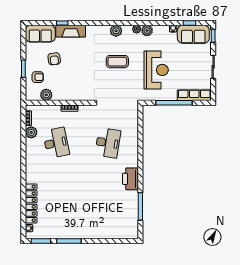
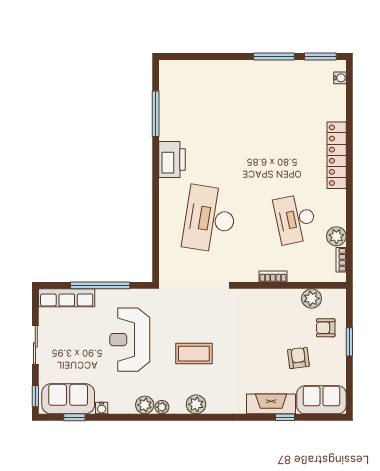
desk: (108, 143) -> (210, 219), width x1.36, depth x1.30
locker: (31, 203) -> (337, 155), moved

